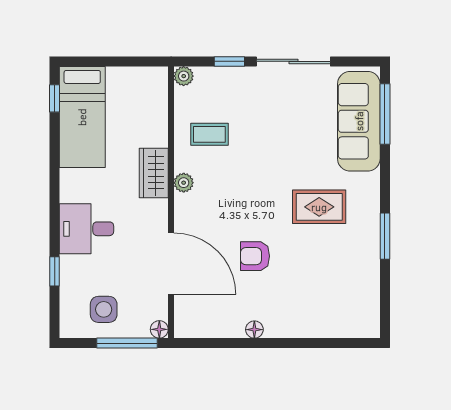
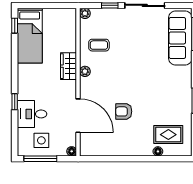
rug: (319, 207) -> (168, 135), moved
desk: (86, 229) -> (32, 114), moved
window: (55, 271) -> (15, 102), moved
floor lamp: (254, 330) -> (158, 151), moved
window: (127, 343) -> (40, 159), moved

